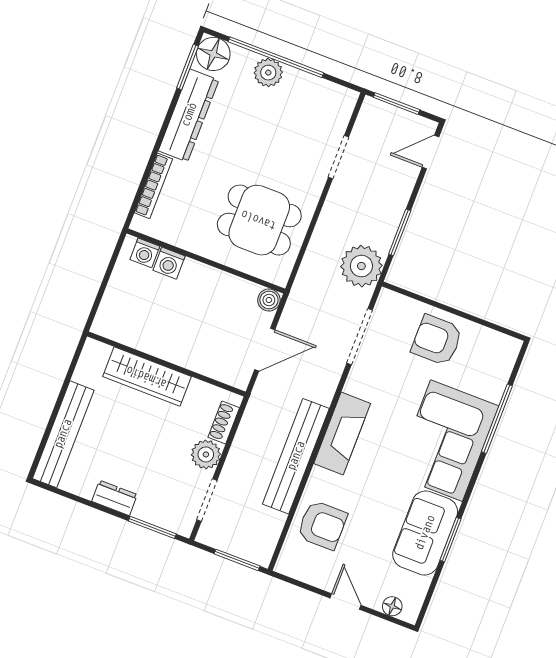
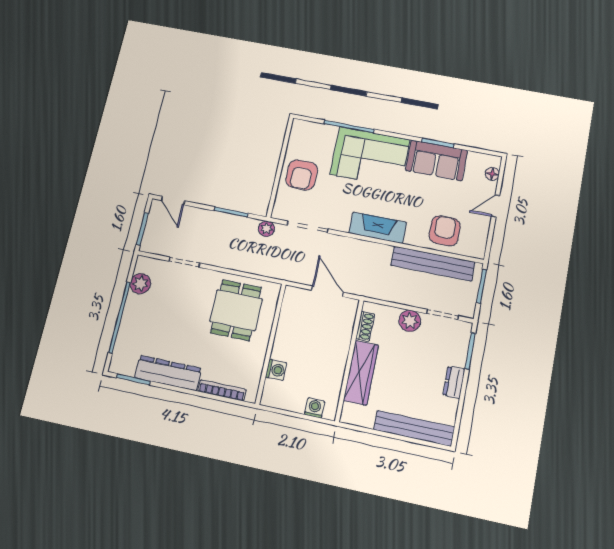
floor lamp: (213, 54) -> (122, 362), removed
plant: (268, 73) -> (140, 284), moved
washing machine: (145, 253) -> (315, 408), moved, turned -90
plant: (361, 266) -> (266, 229), width x0.53, depth x0.53
boiler: (269, 300) -> (292, 294), removed
shoe rack: (224, 422) -> (365, 326), moved, turned -90
bench: (296, 456) -> (433, 264), moved

